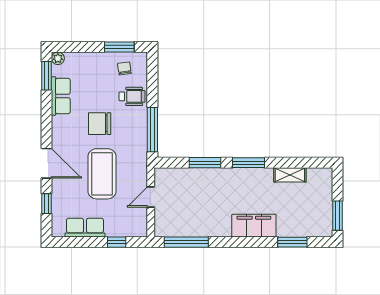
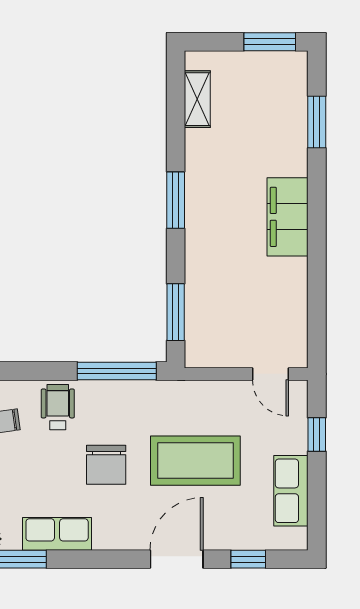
window: (205, 163) -> (176, 312), moved
shelving: (290, 175) -> (197, 99), moved
door: (151, 197) -> (270, 374), moved
filing cabinet: (254, 226) -> (288, 217), moved
window: (186, 242) -> (317, 311), removed

